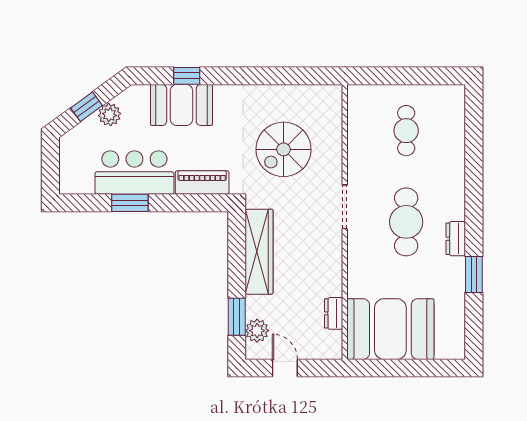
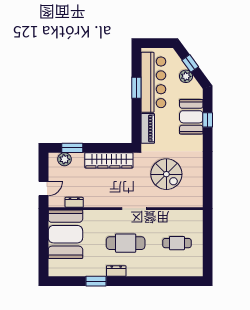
spiral stairs: (284, 149) -> (166, 174), turned 180
bar counter: (134, 173) -> (153, 82), width x1.36
door: (285, 368) -> (43, 188), moved

